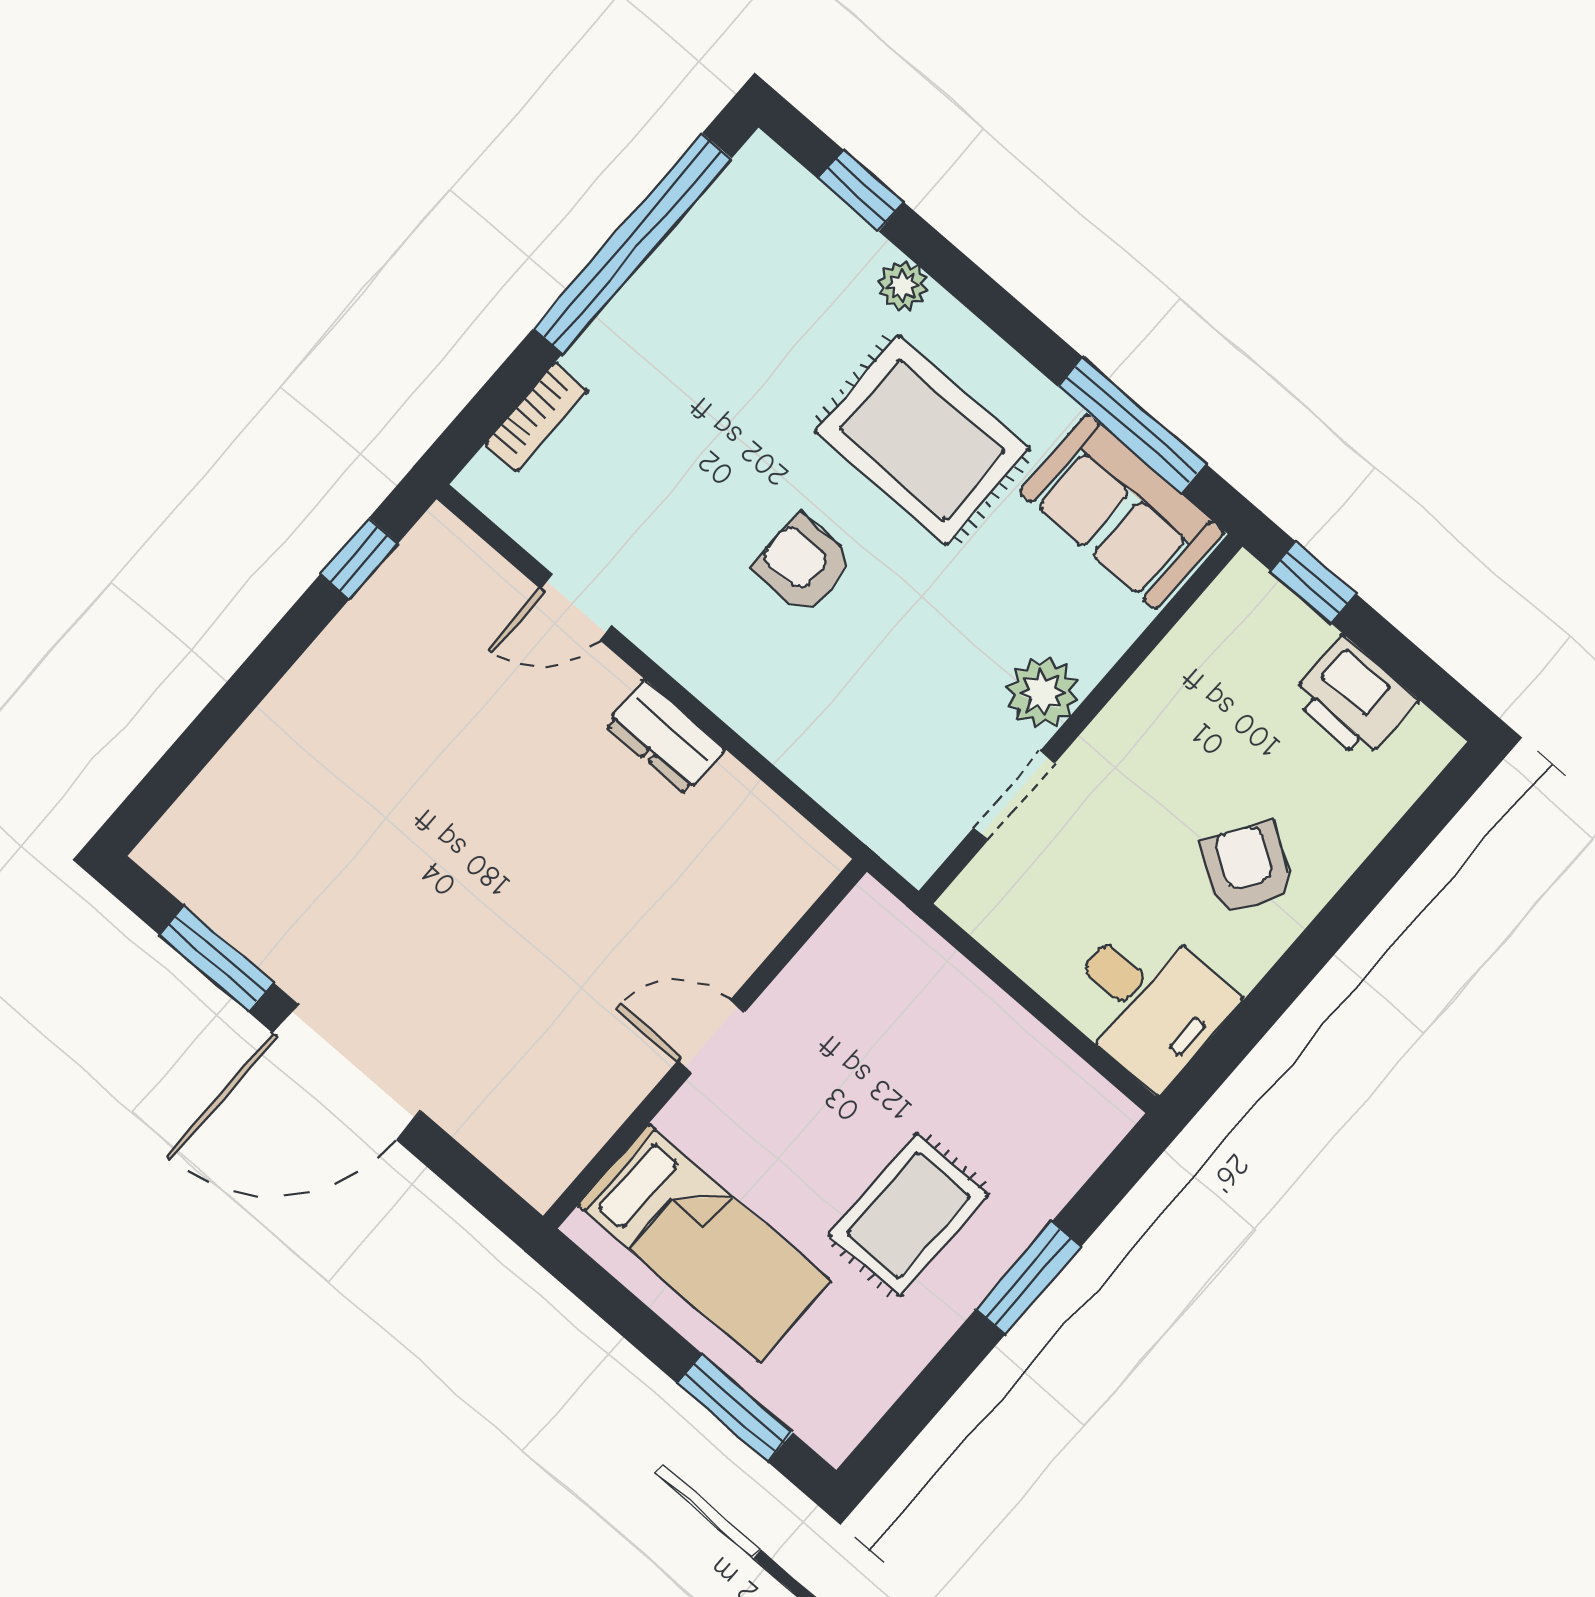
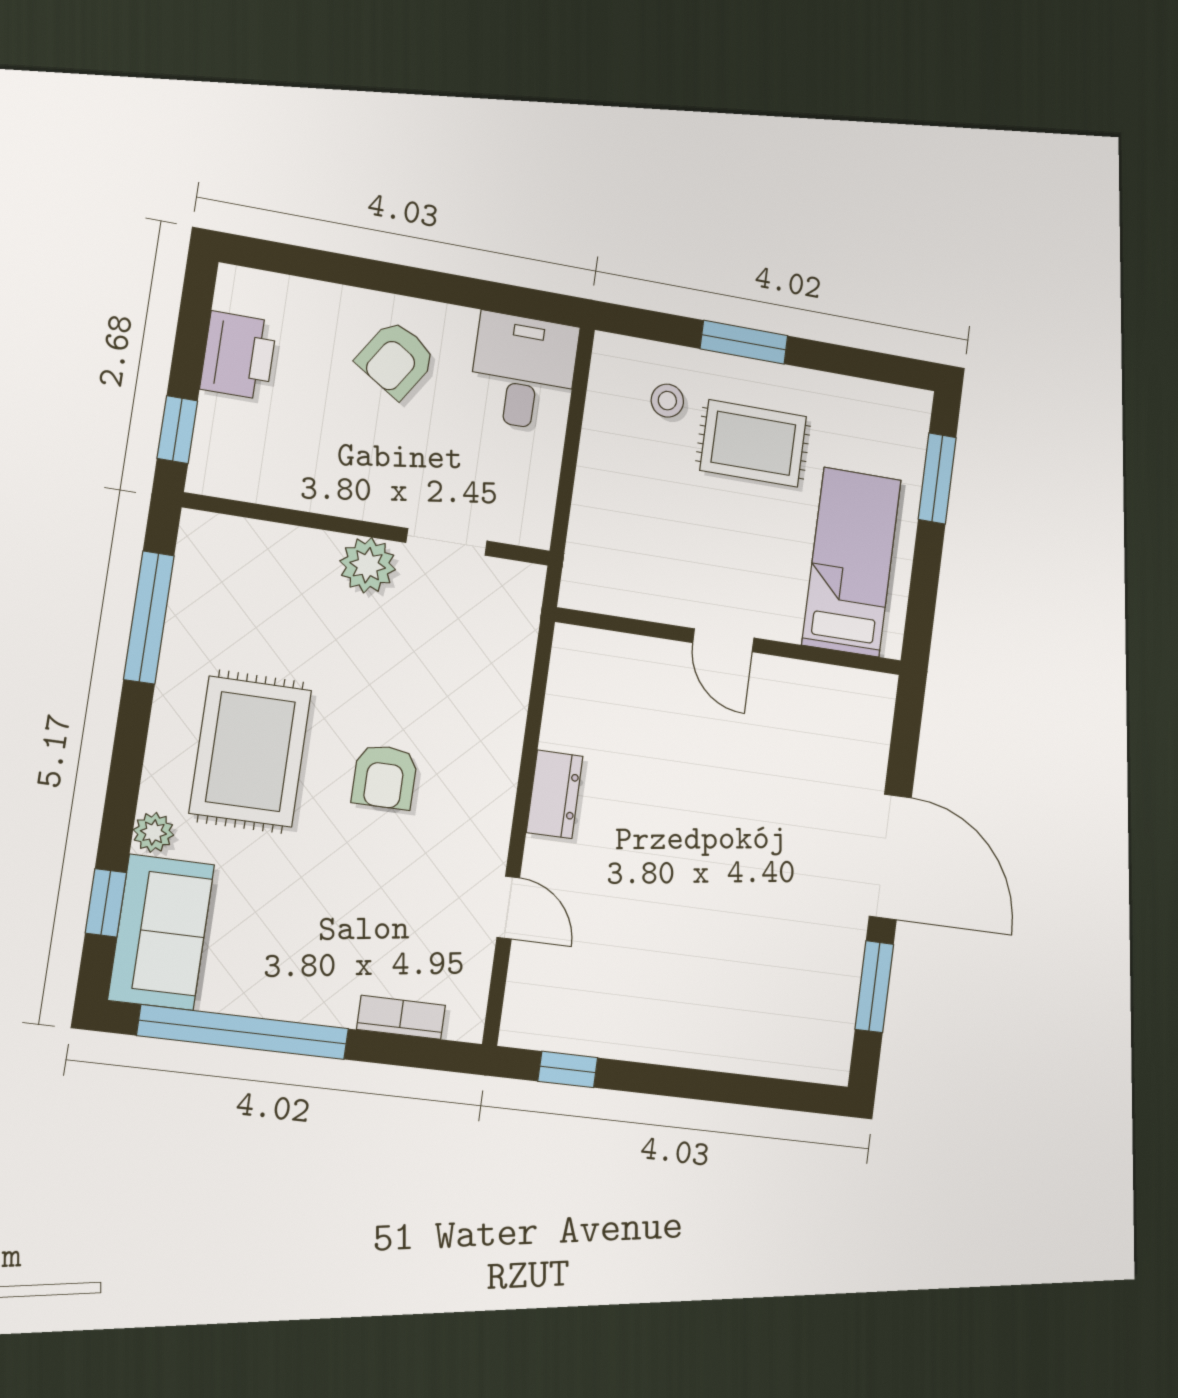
sofa: (1122, 512) -> (161, 932), moved
stool: (1017, 1146) -> (667, 401), added

